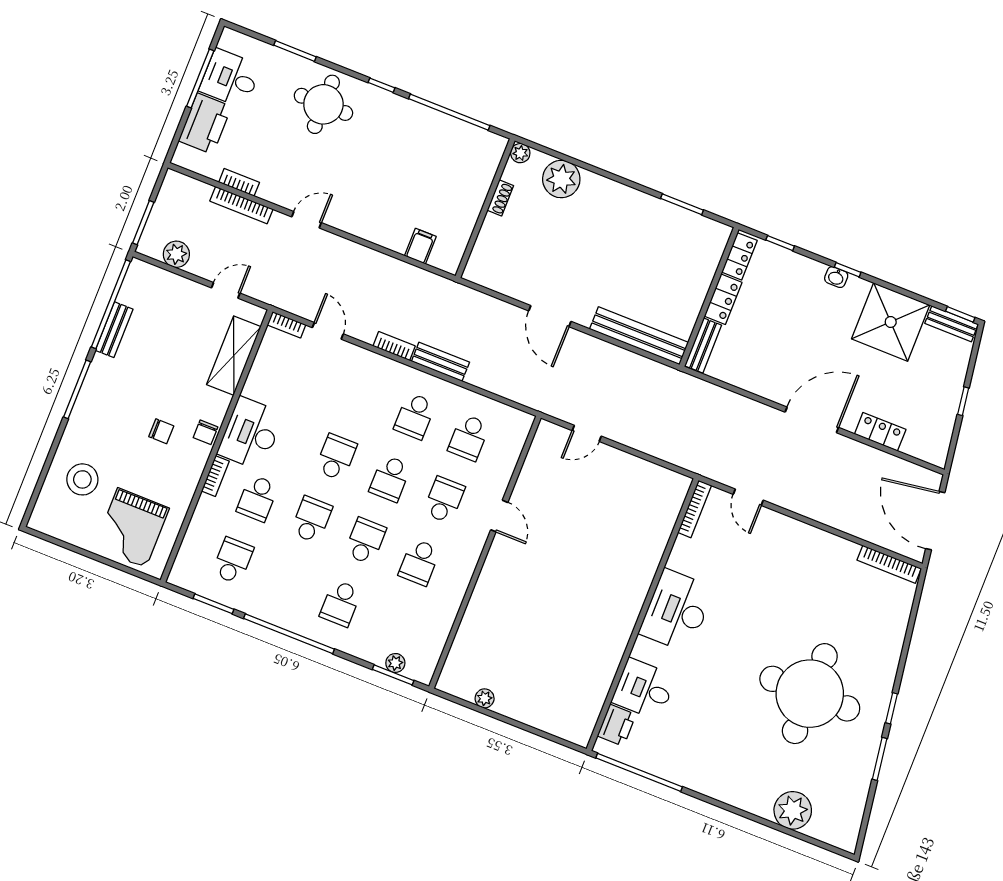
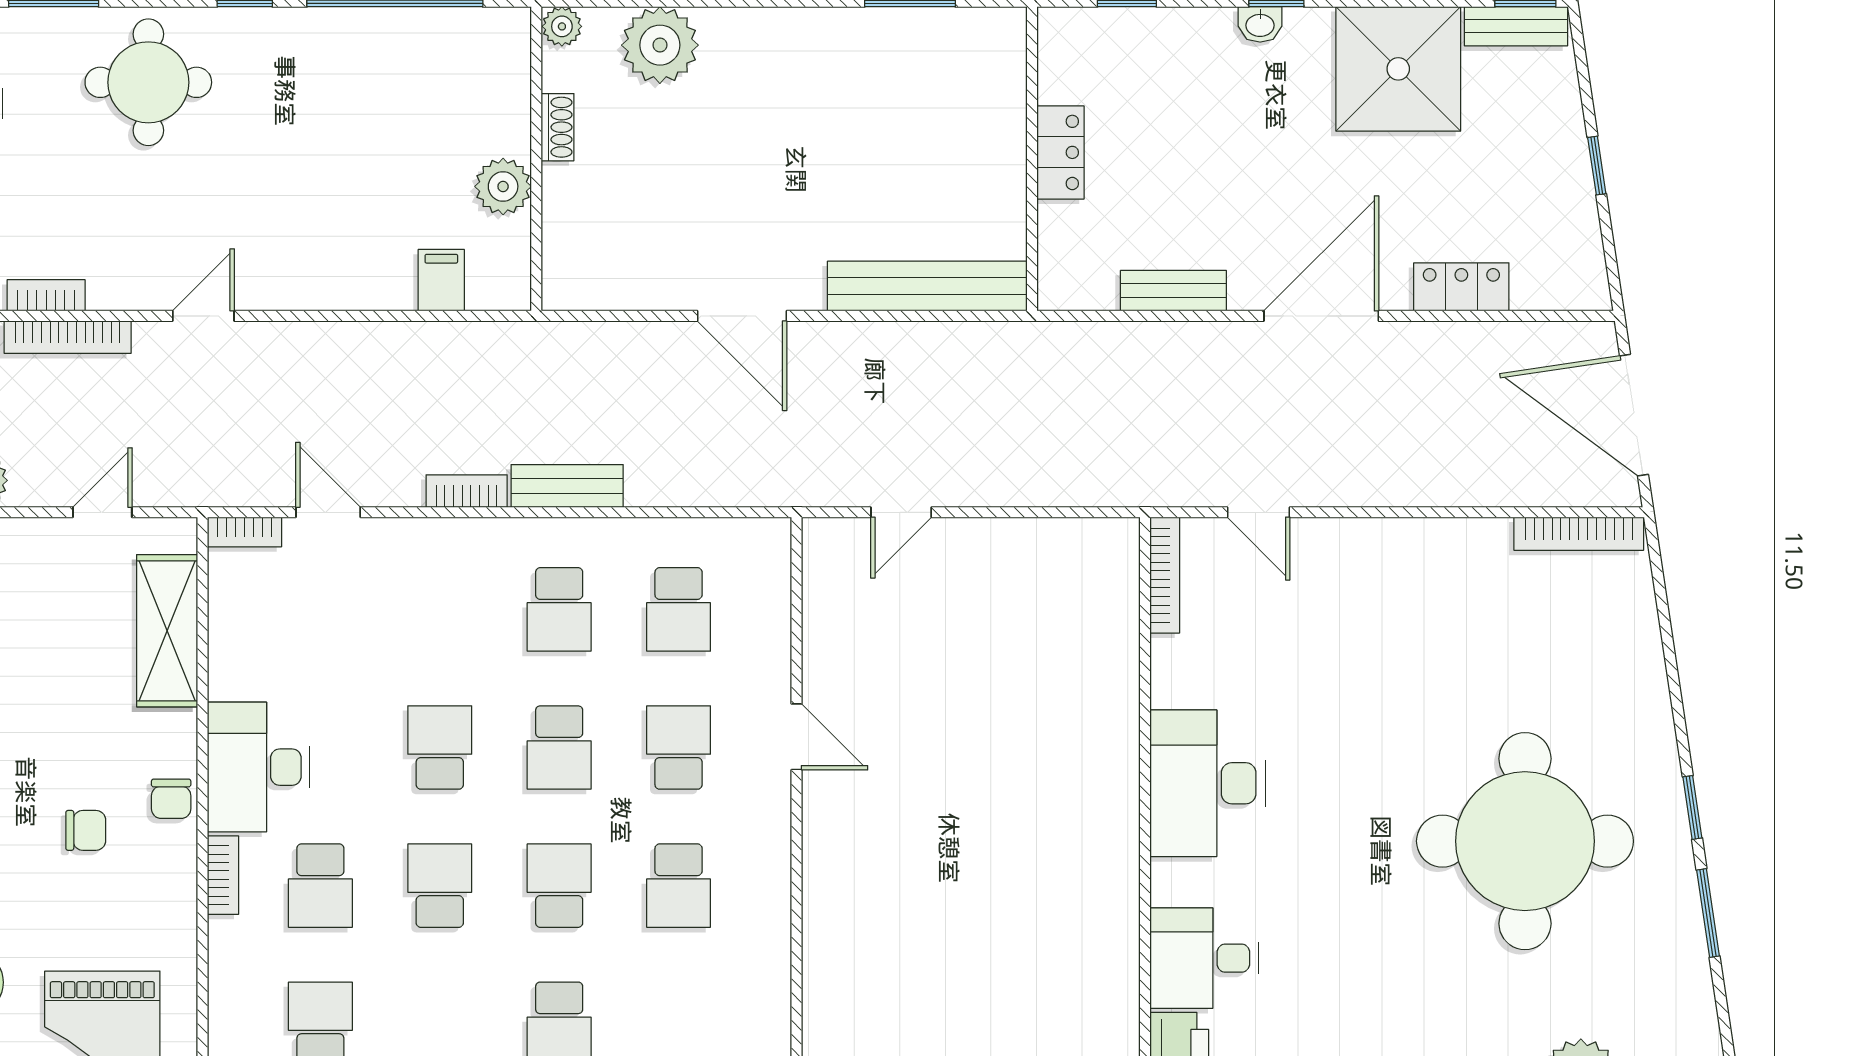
plant: (465, 215) -> (503, 186), added
locker: (739, 256) -> (1059, 58), removed
bench: (703, 345) -> (1173, 291), moved, turned 90

